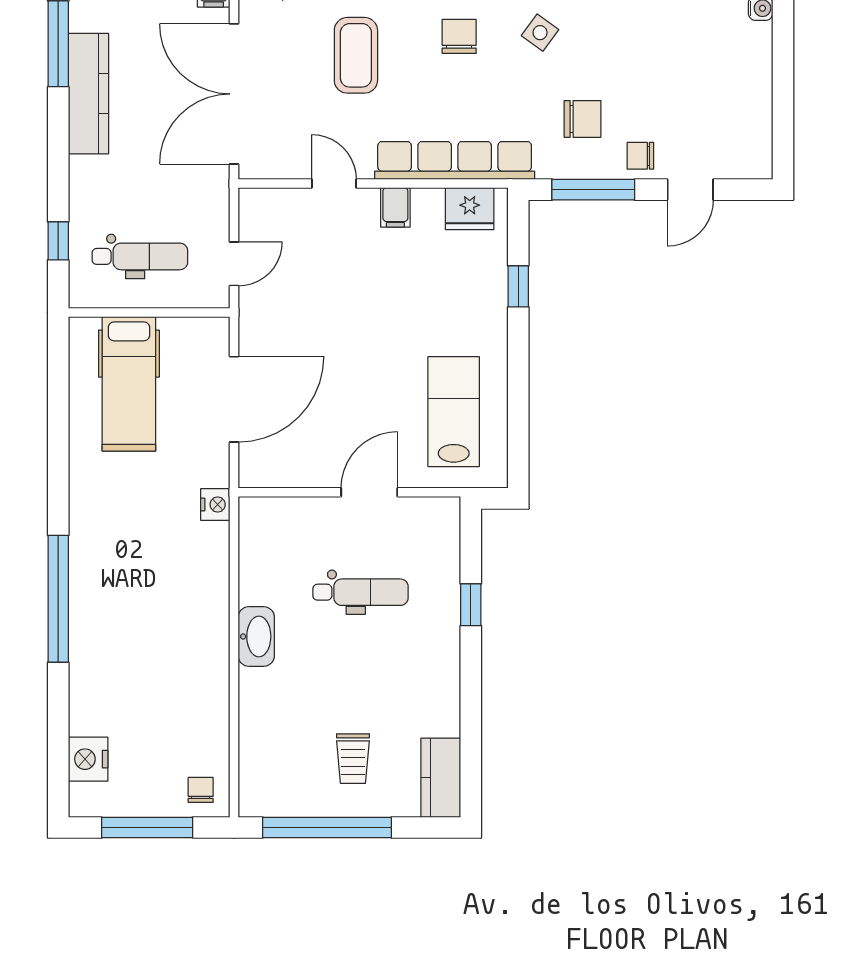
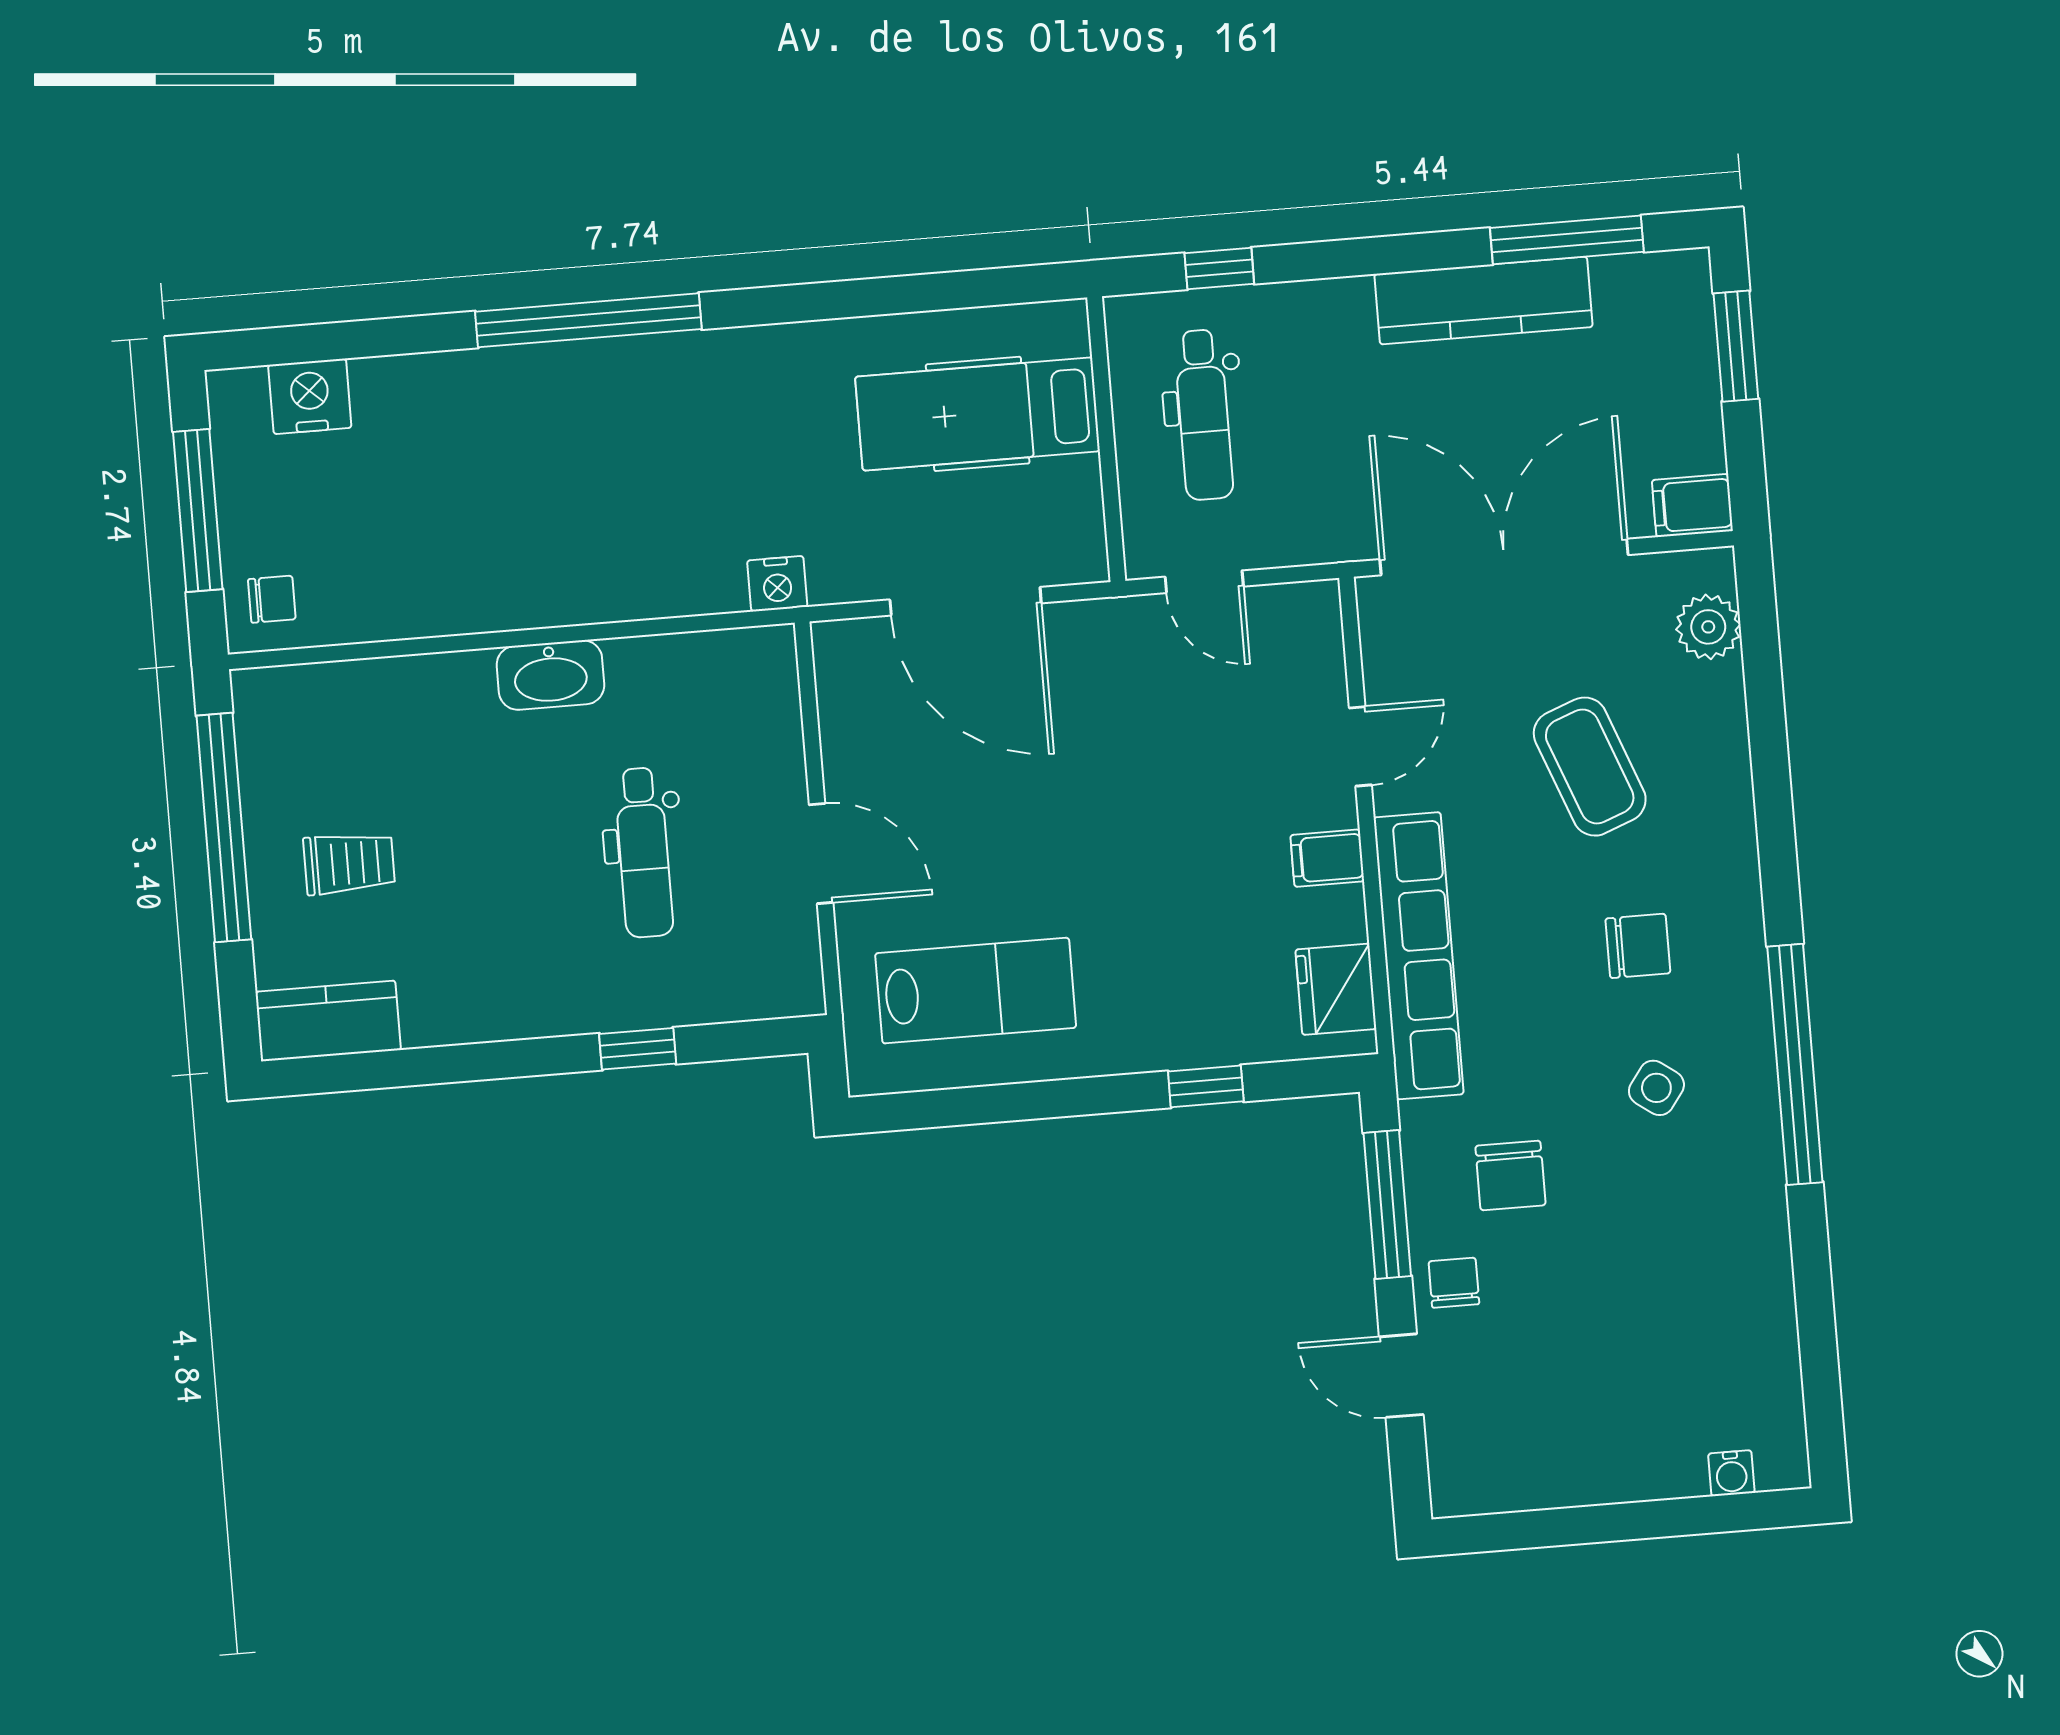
coffee table: (356, 55) -> (1590, 767), turned 69
trolley: (353, 759) -> (349, 863), turned 180

